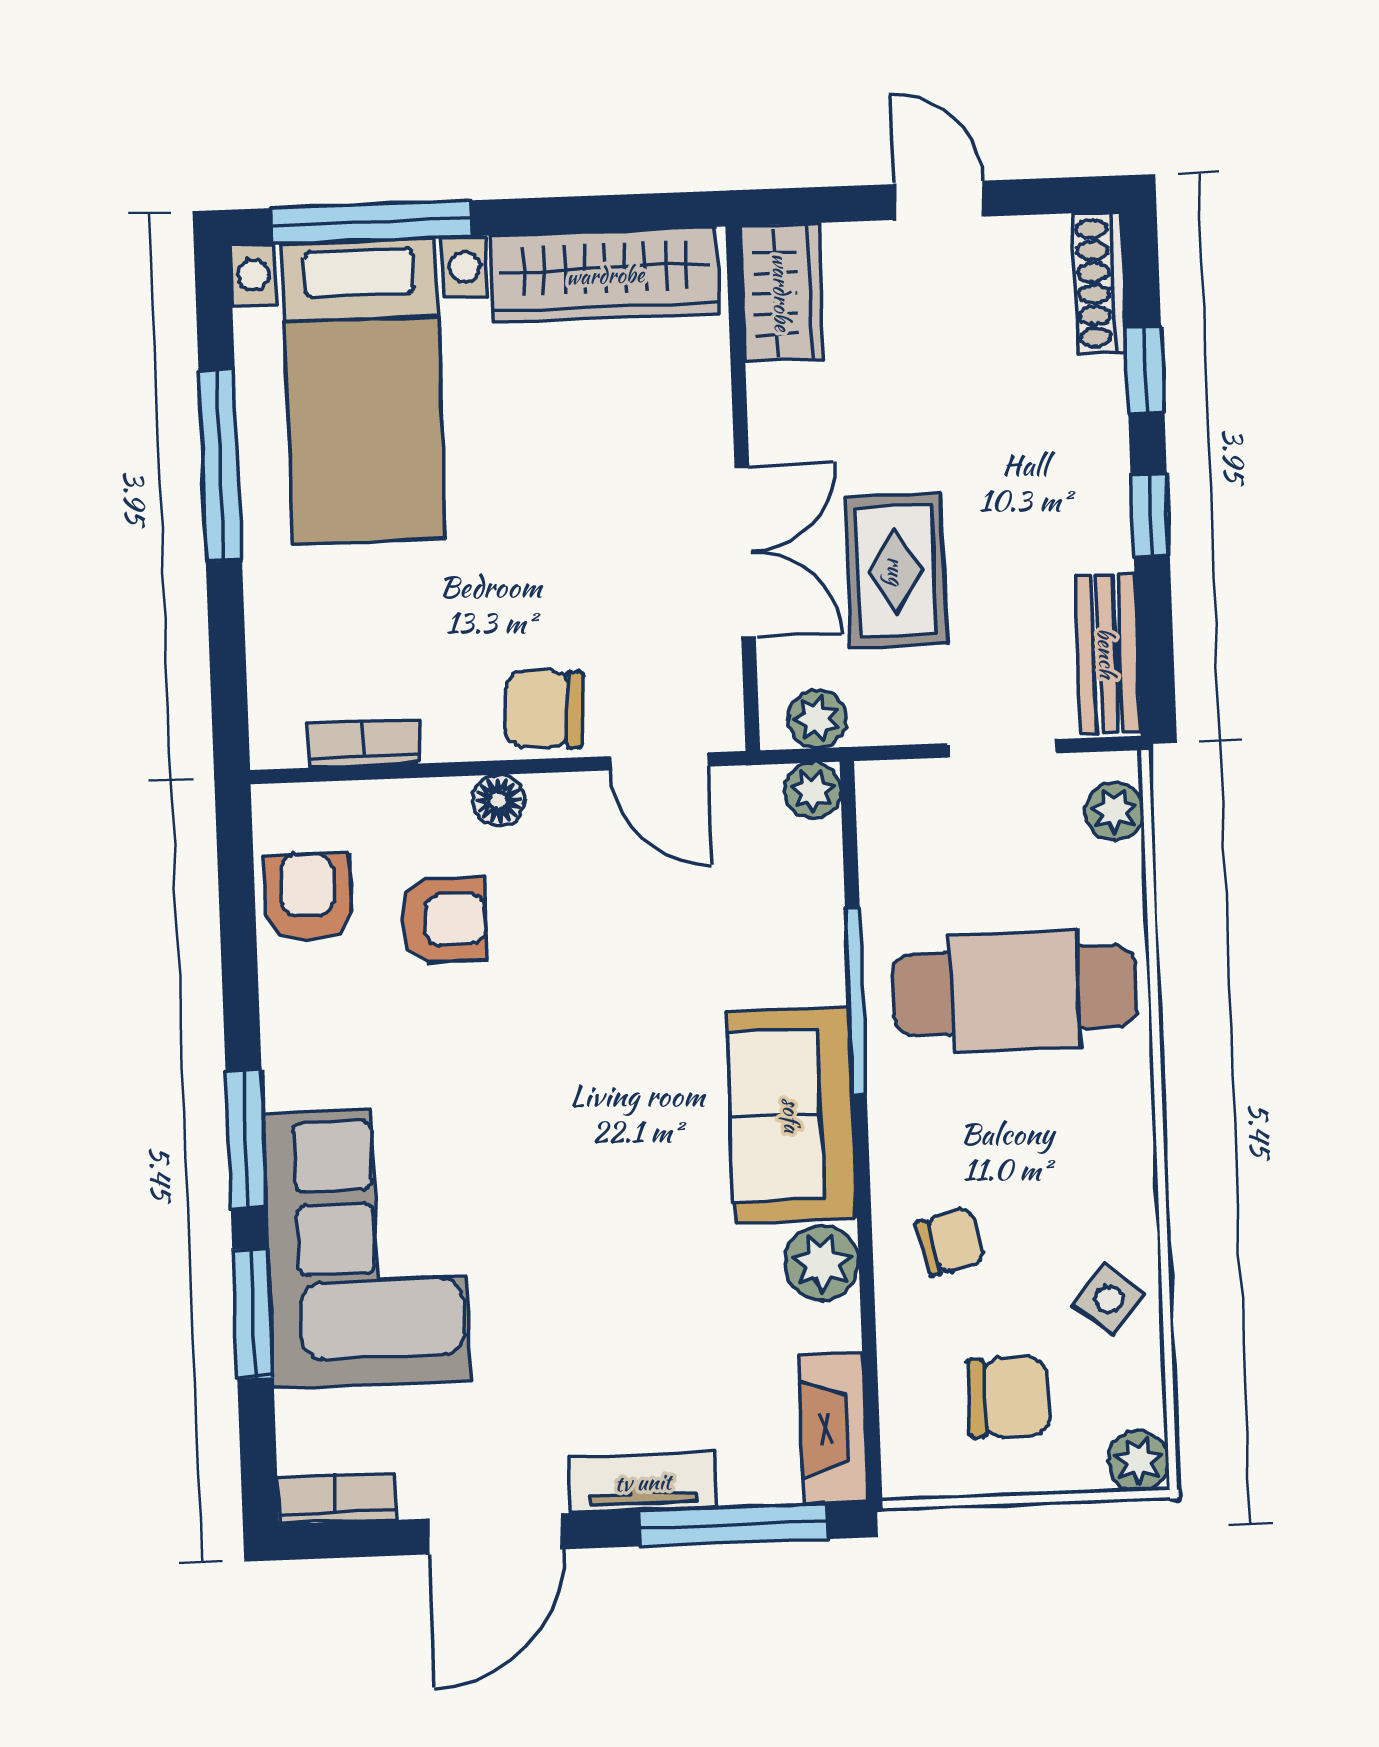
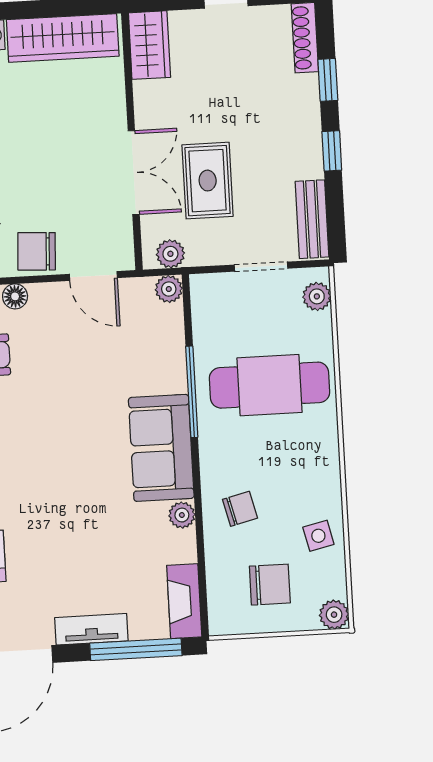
plant: (822, 1263) -> (182, 515), width x0.73, depth x0.73
side table: (1109, 1300) -> (318, 536), turned 38

